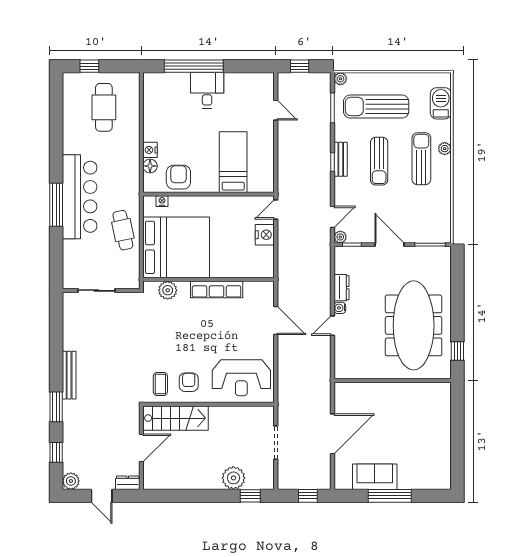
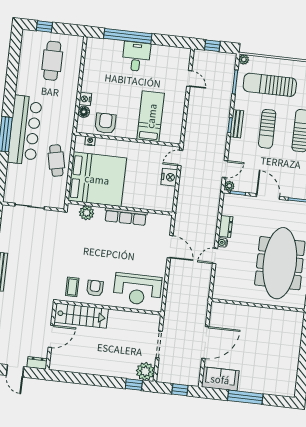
sofa: (375, 477) -> (220, 379), moved
plant: (233, 478) -> (145, 371), moved

